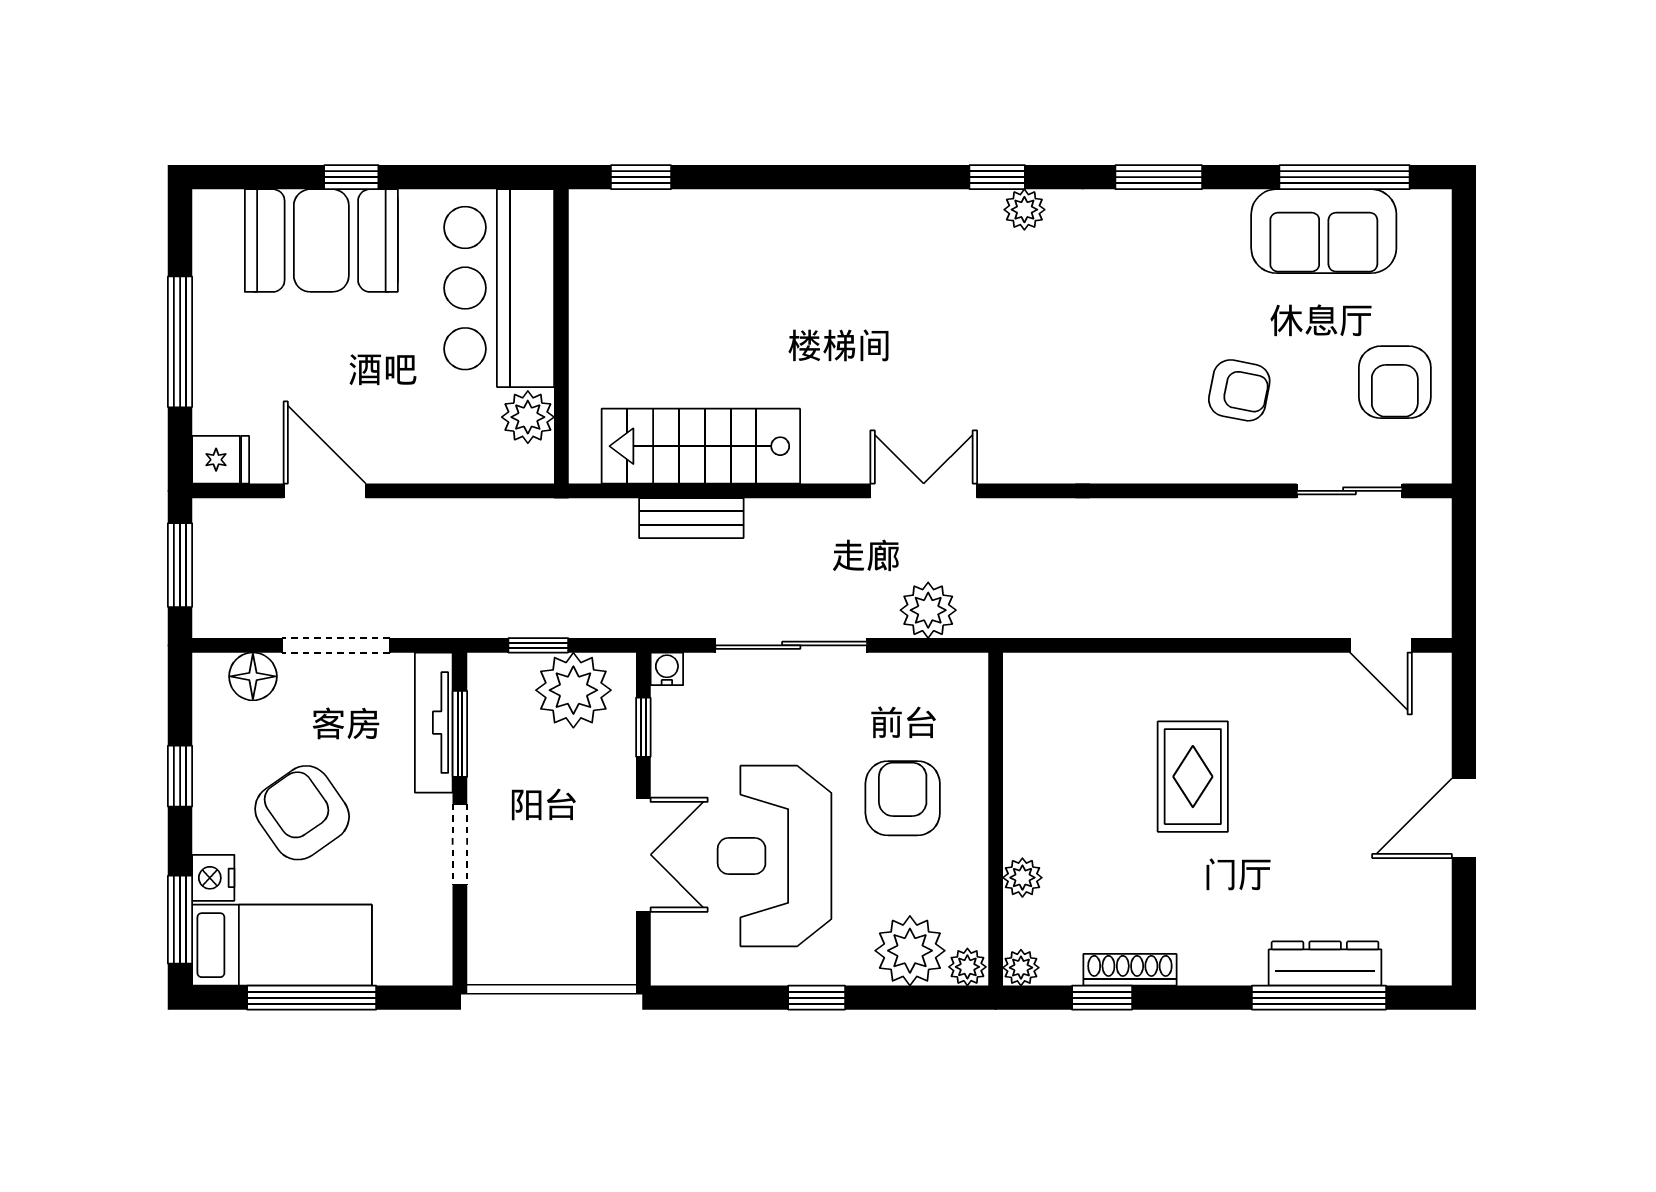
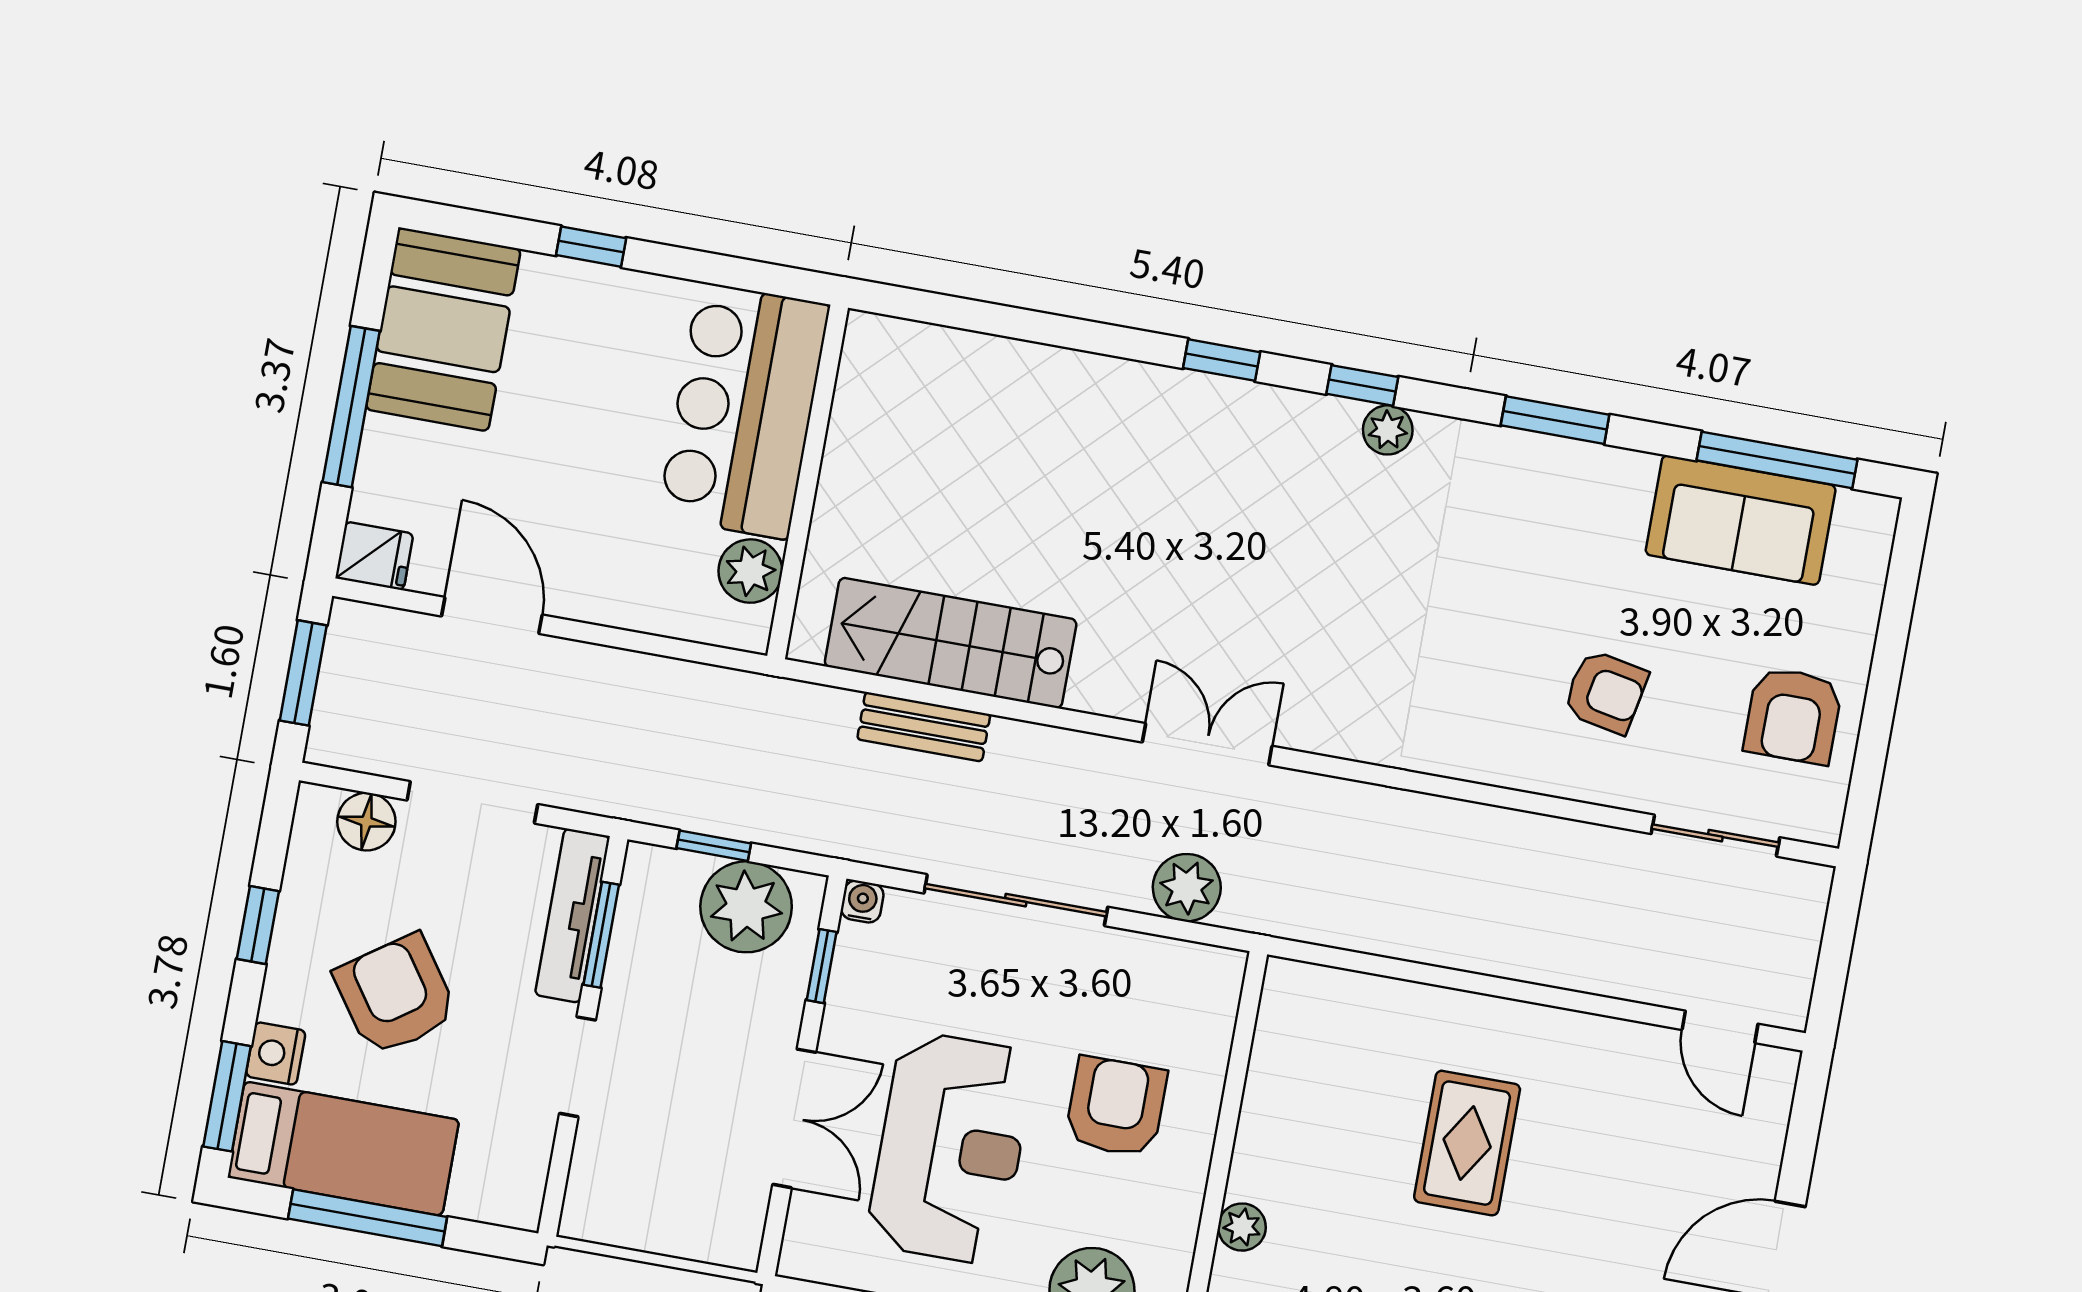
window: (641, 177) -> (1222, 360), moved
booth: (321, 241) -> (443, 329), moved, turned 90
reception desk: (775, 856) -> (951, 1148), turned 180

